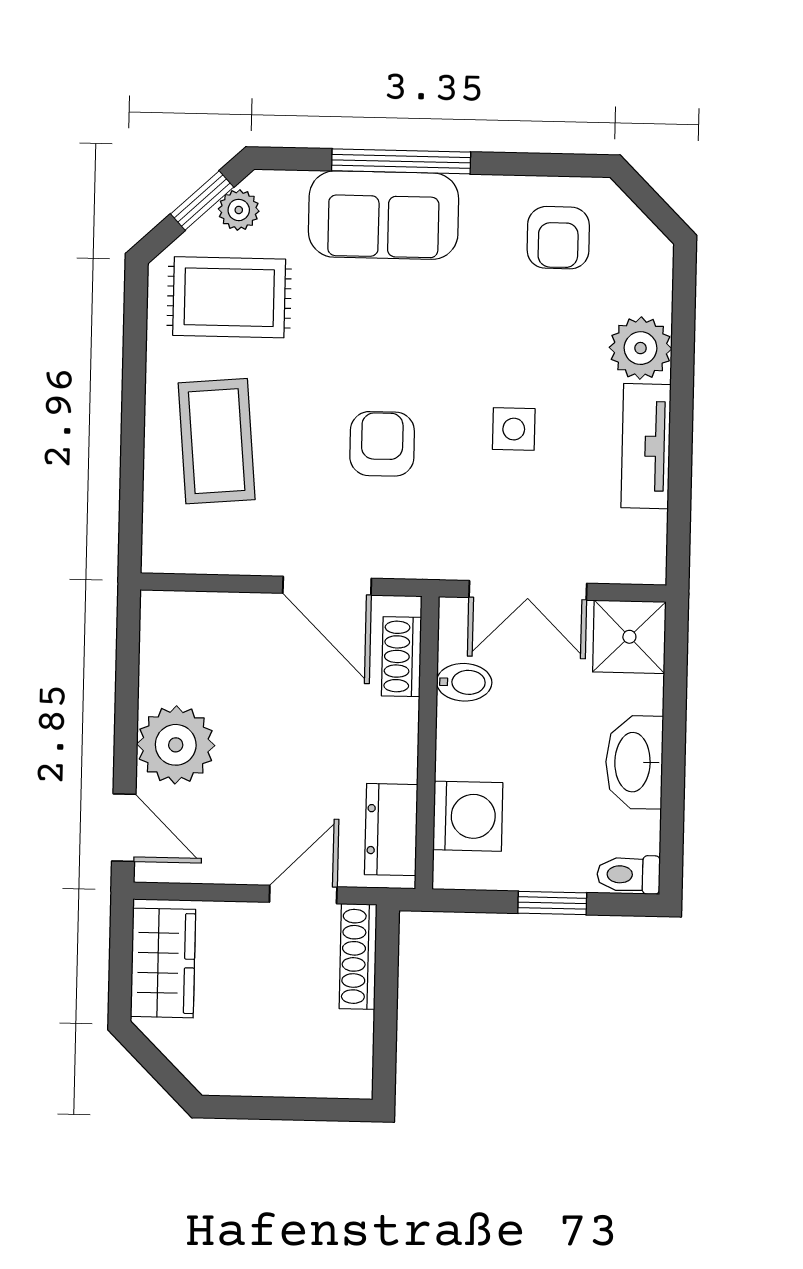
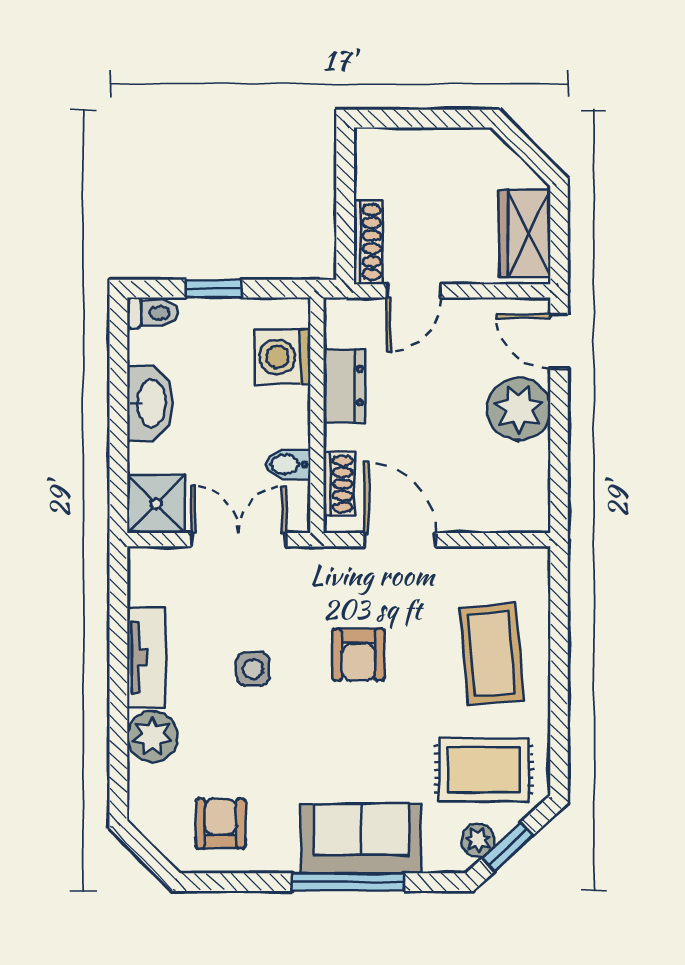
dresser: (391, 830) -> (344, 386), moved

